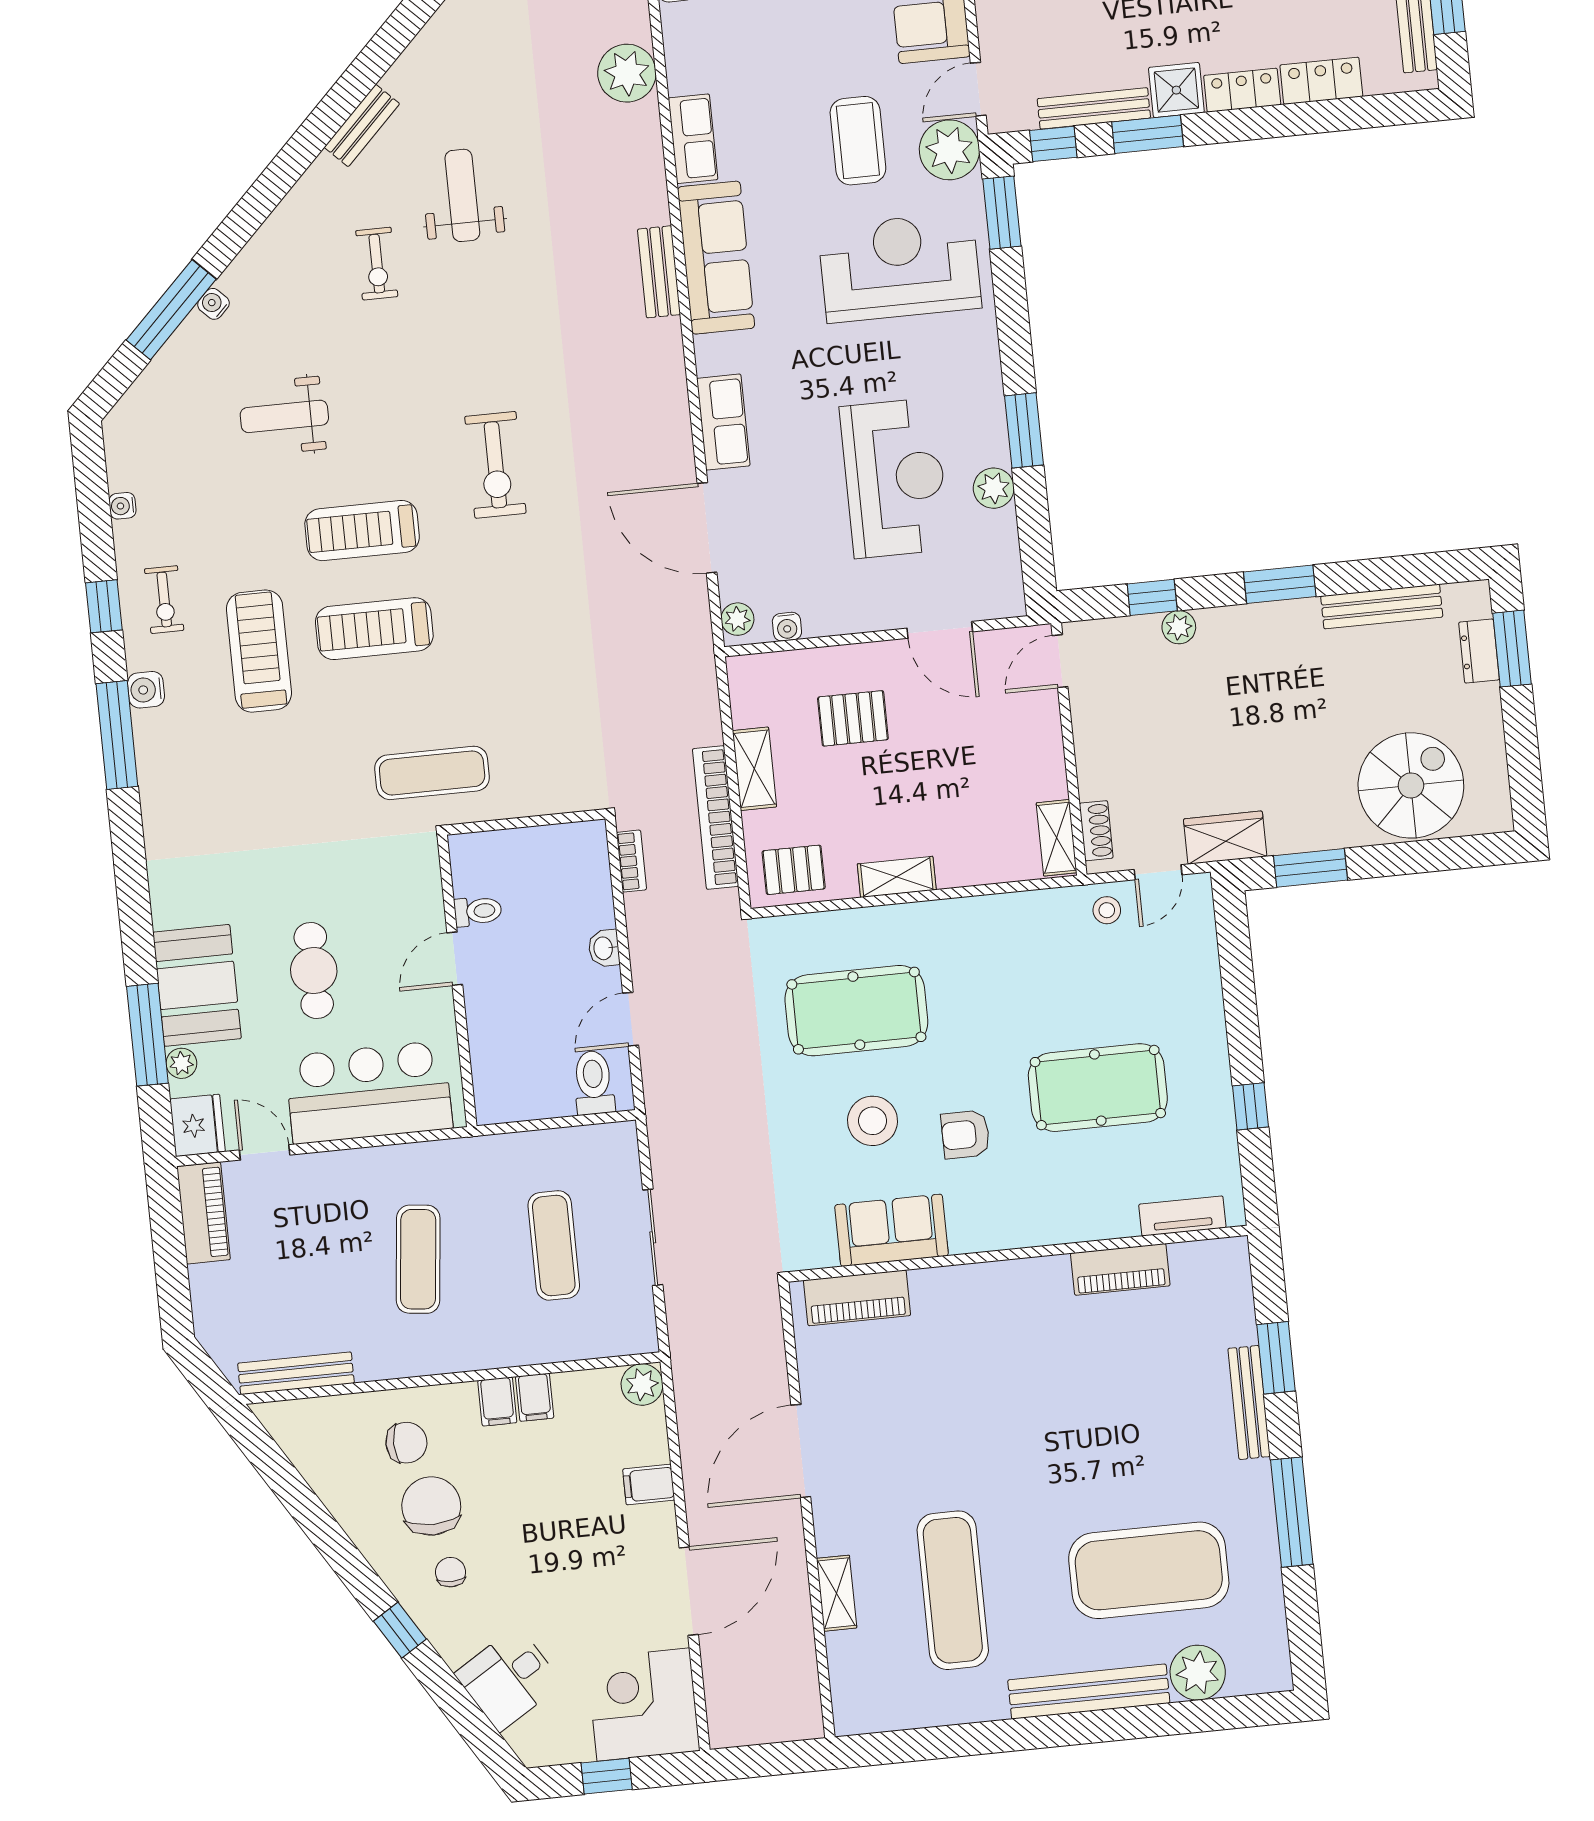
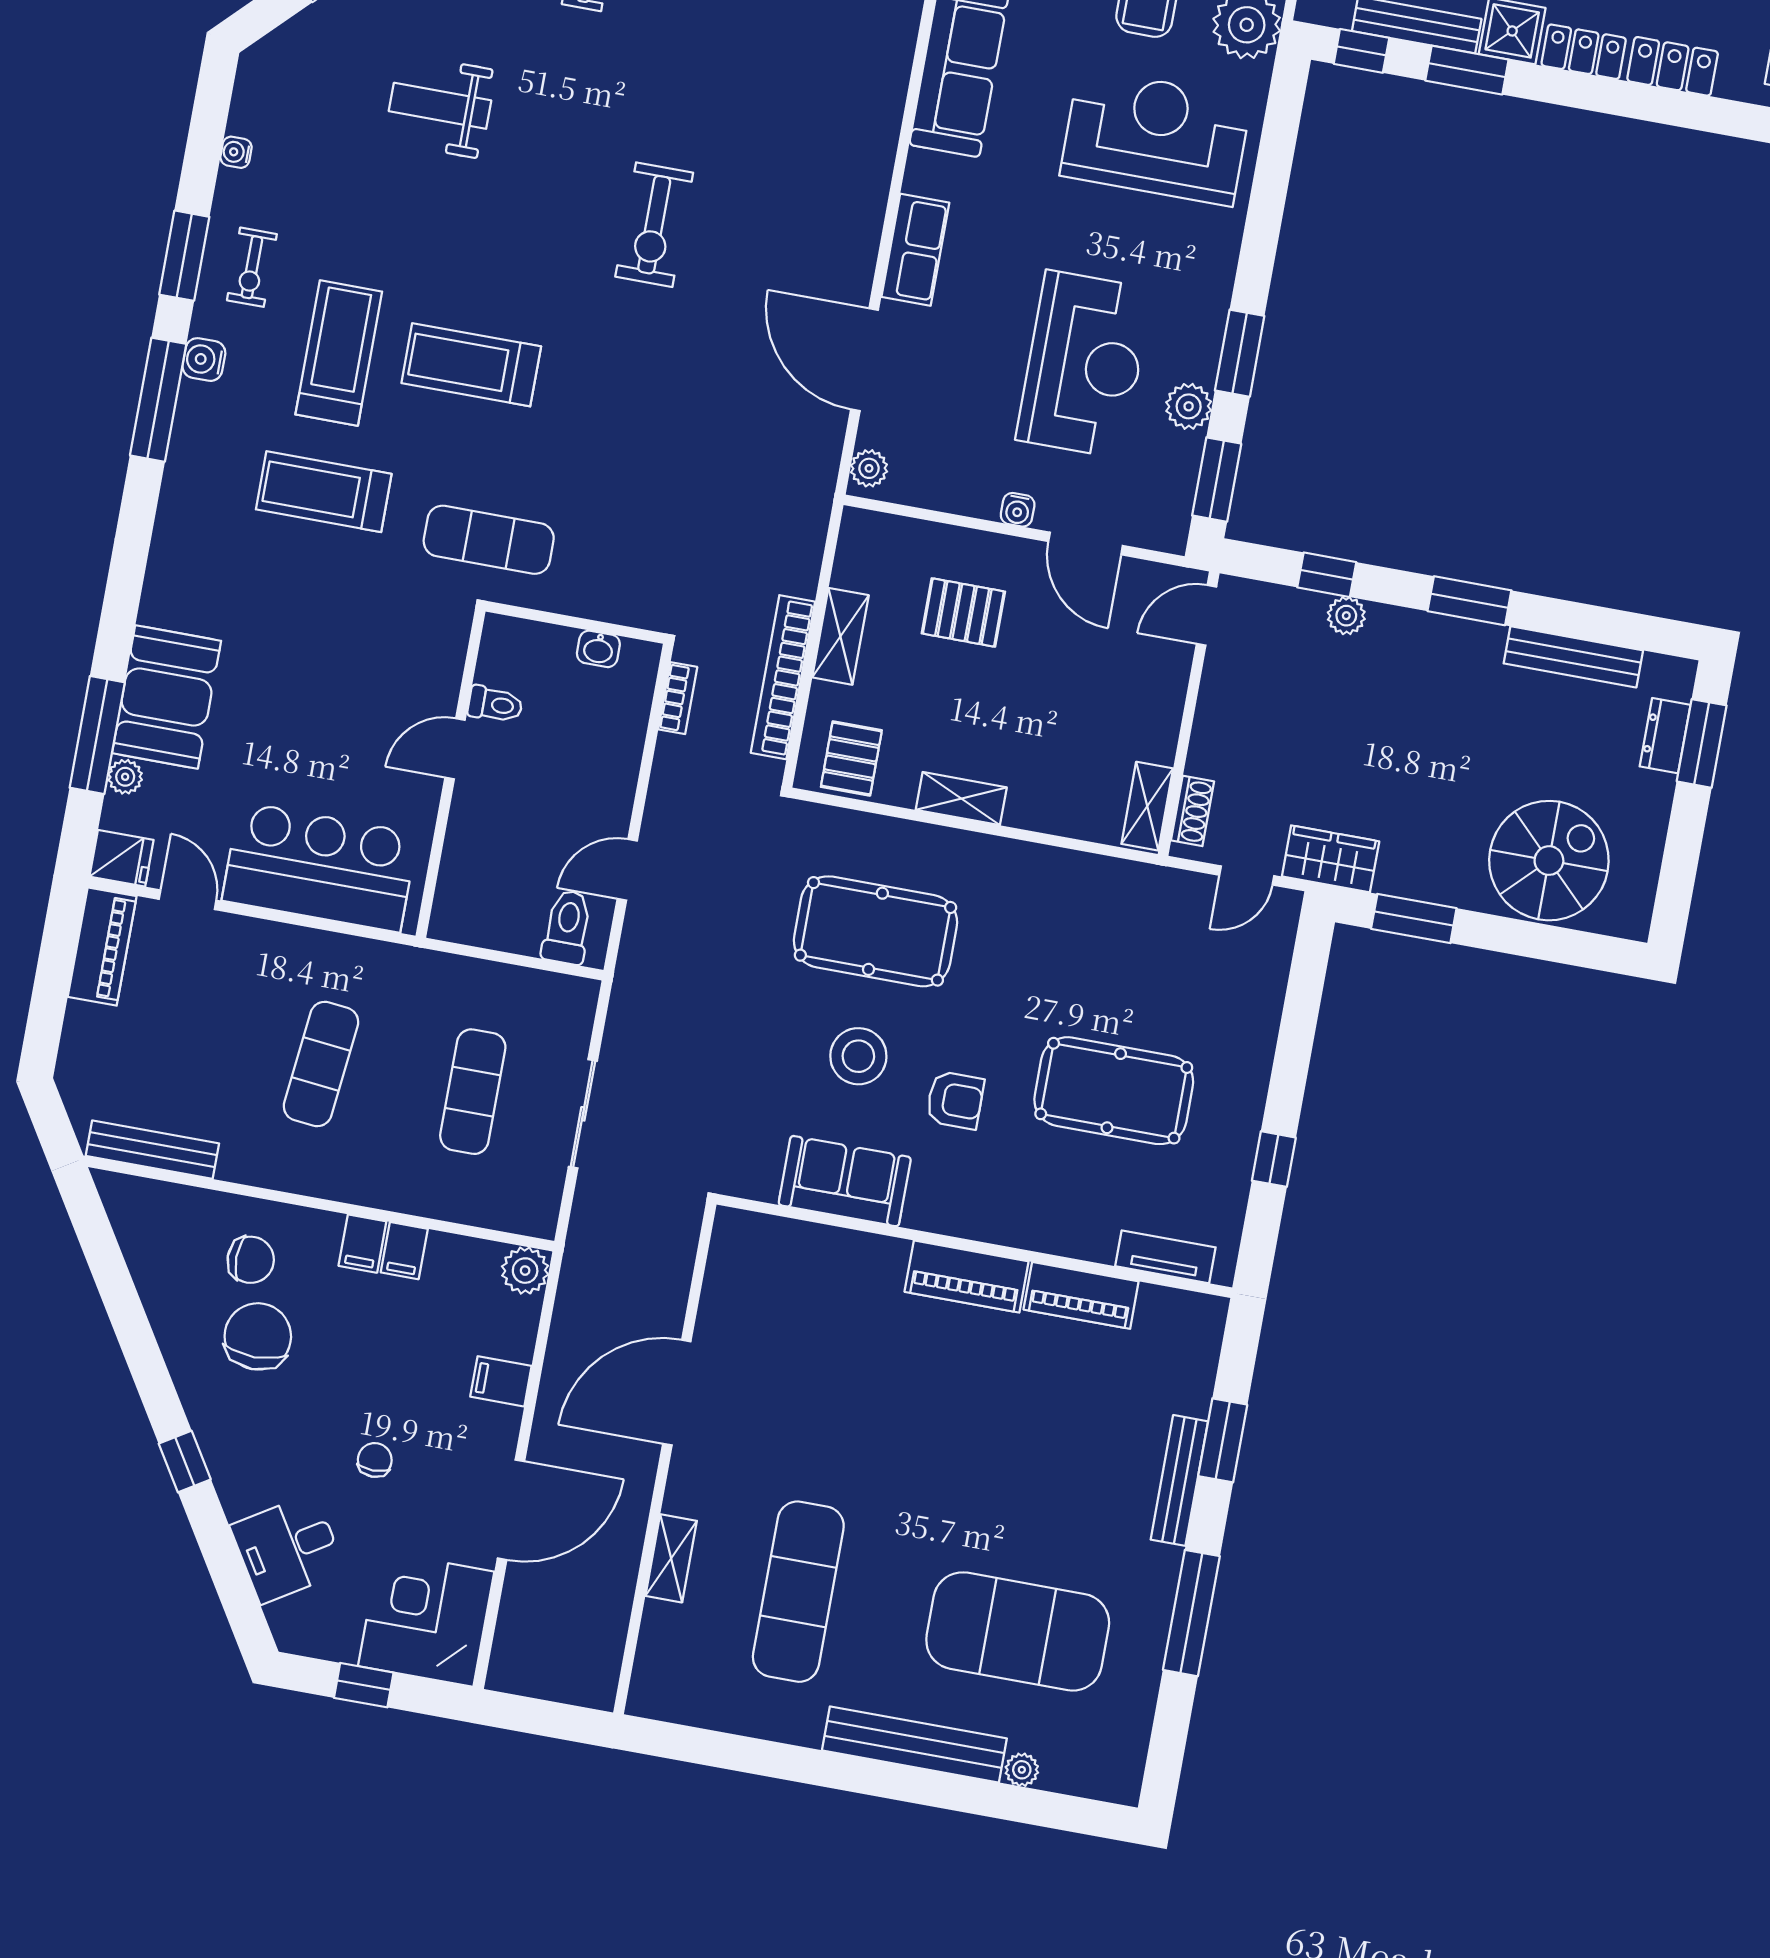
window: (1002, 213) -> (1217, 480), moved
bench: (659, 272) -> (893, 66), removed
treadmill: (362, 531) -> (324, 492), moved
window: (104, 606) -> (184, 256), width x1.50
water cooler: (787, 627) -> (1018, 510), moved
pallet: (794, 870) -> (851, 759), turned 90
stool: (1107, 910) -> (1179, 901), removed
washbasin: (604, 948) -> (598, 649), moved, turned -90
cafe table: (314, 971) -> (298, 717), removed
fridge: (198, 1125) -> (122, 858), width x0.72
armchair: (965, 1134) -> (955, 1100), turned 180
piano: (857, 1298) -> (967, 1277), moved
chair: (451, 1572) -> (375, 1460), moved
plant: (1198, 1673) -> (1022, 1770), width x0.53, depth x0.53

